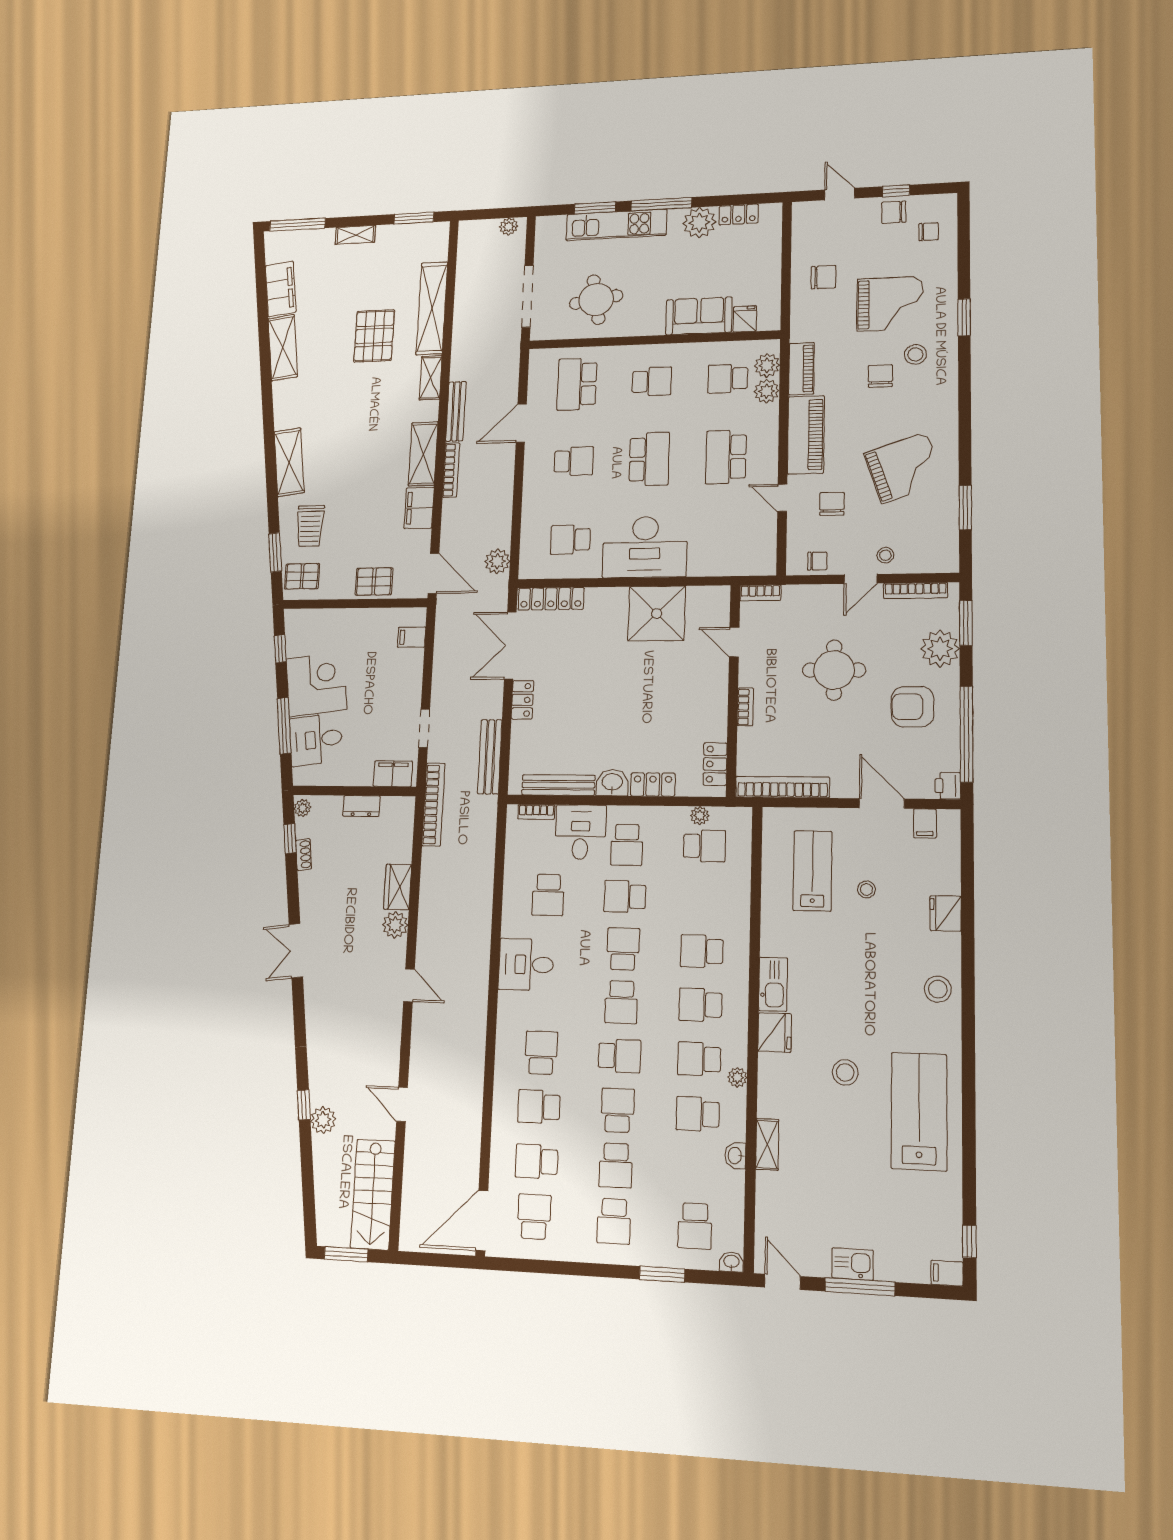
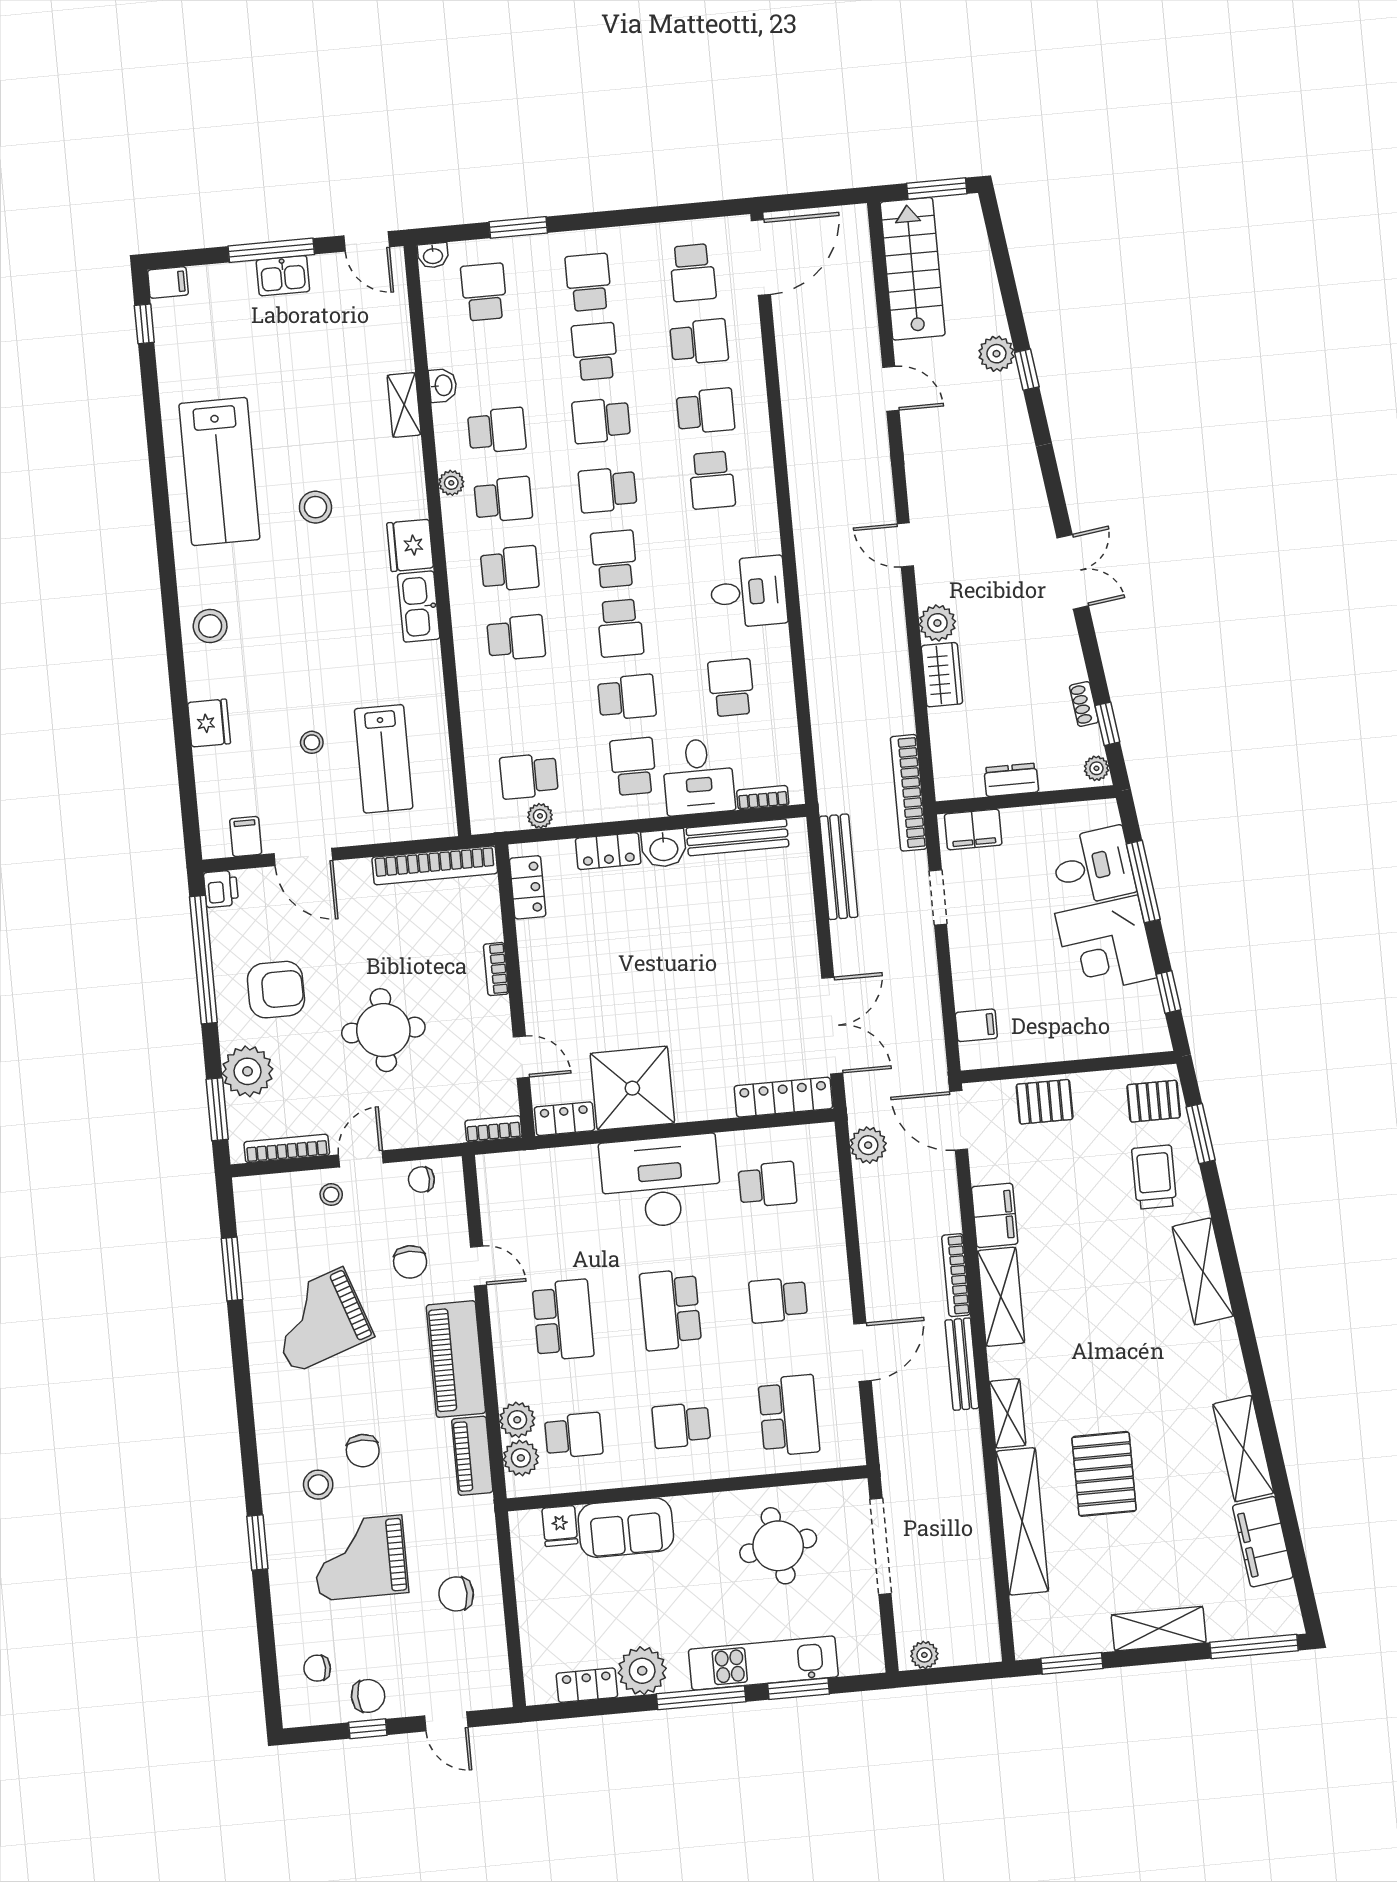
shelving: (355, 235) -> (1159, 1629), width x1.50, depth x1.33
locker: (522, 700) -> (564, 1119), moved, turned 90
school desk: (618, 1110) -> (601, 421), turned 90

